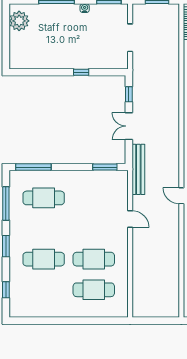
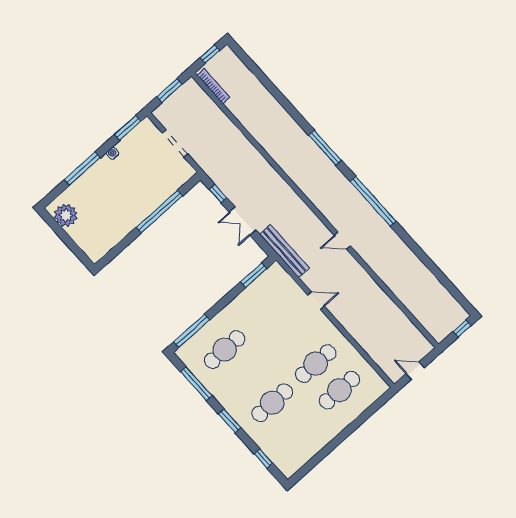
window: (81, 72) -> (159, 212), width x3.17
door: (153, 321) -> (415, 371), added

